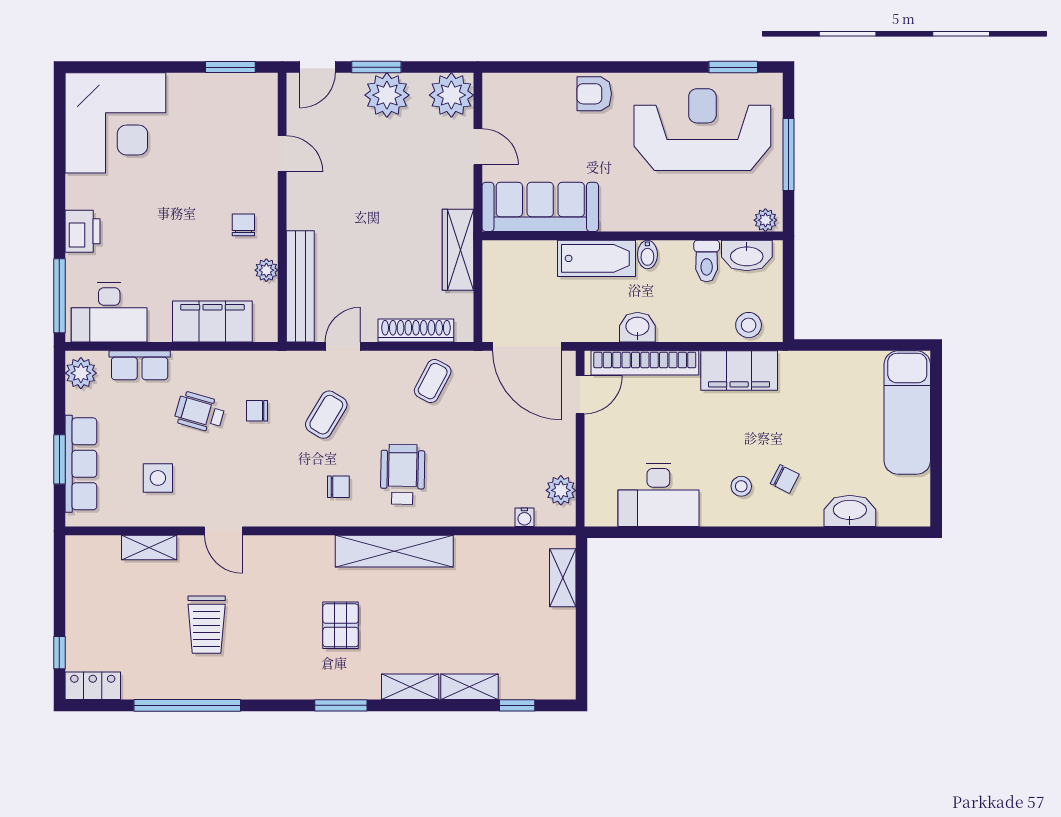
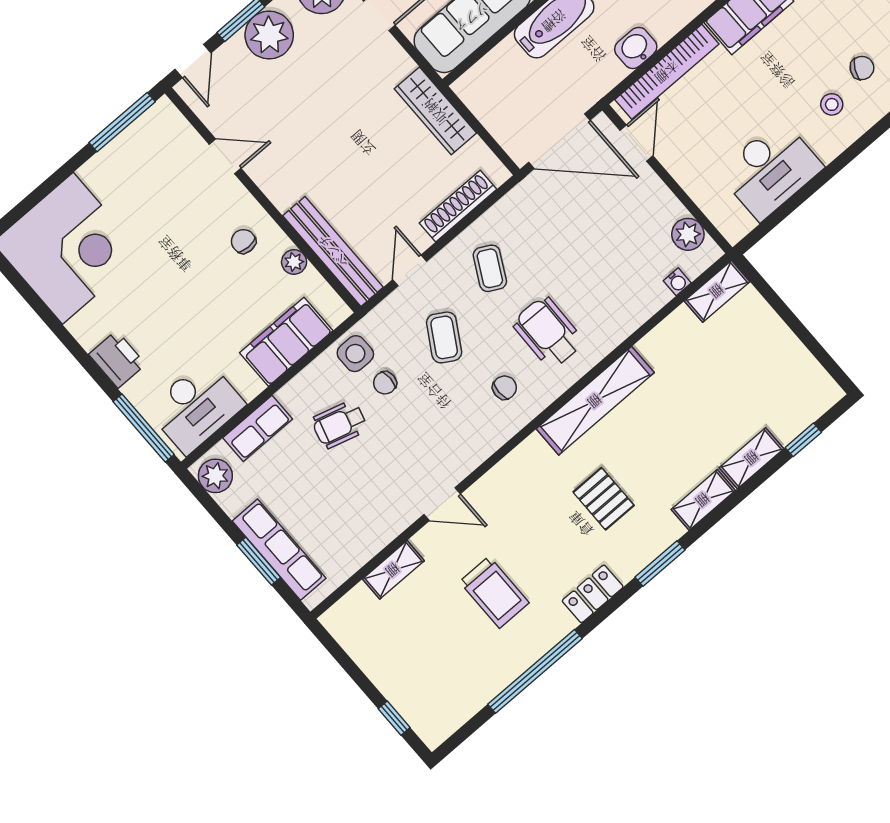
window: (230, 67) -> (122, 122), width x1.44
coffee table: (433, 381) -> (490, 268), moved
side table: (158, 478) -> (355, 354), moved
shelving: (563, 578) -> (717, 291), moved, turned 90
locker: (93, 686) -> (593, 594), moved

